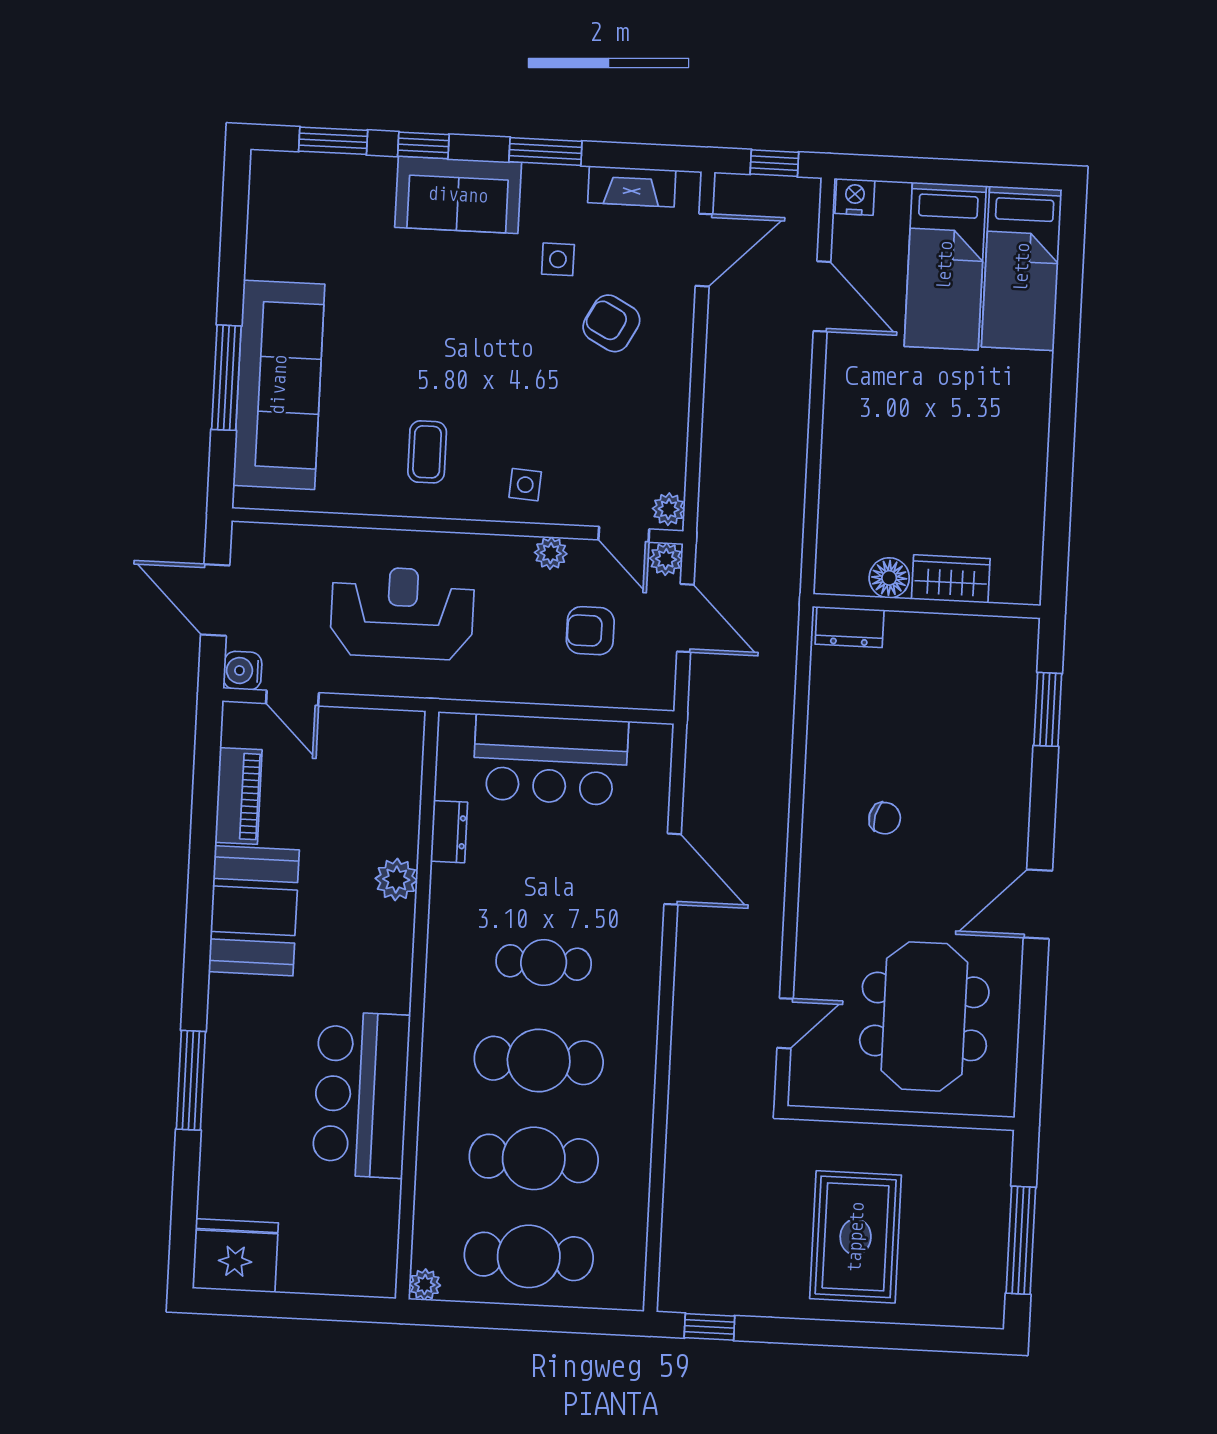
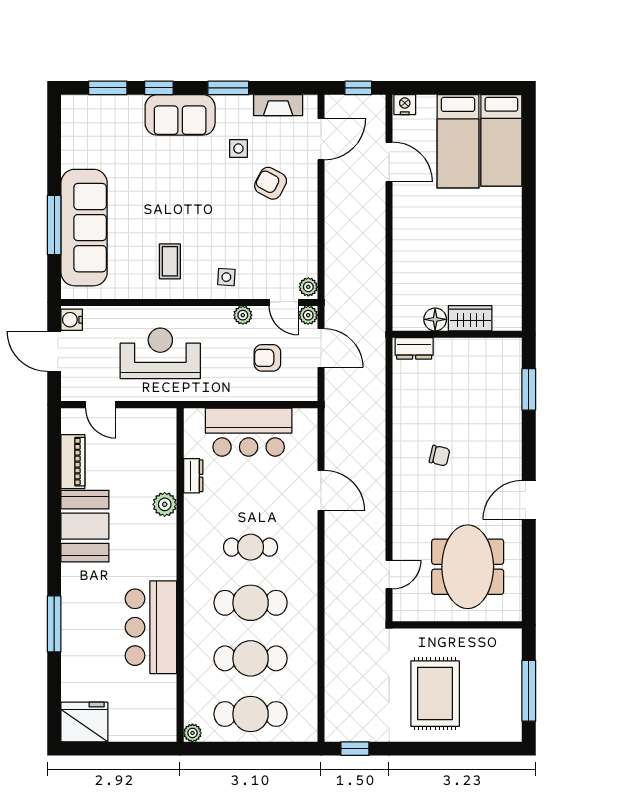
water cooler: (242, 671) -> (72, 320), moved

